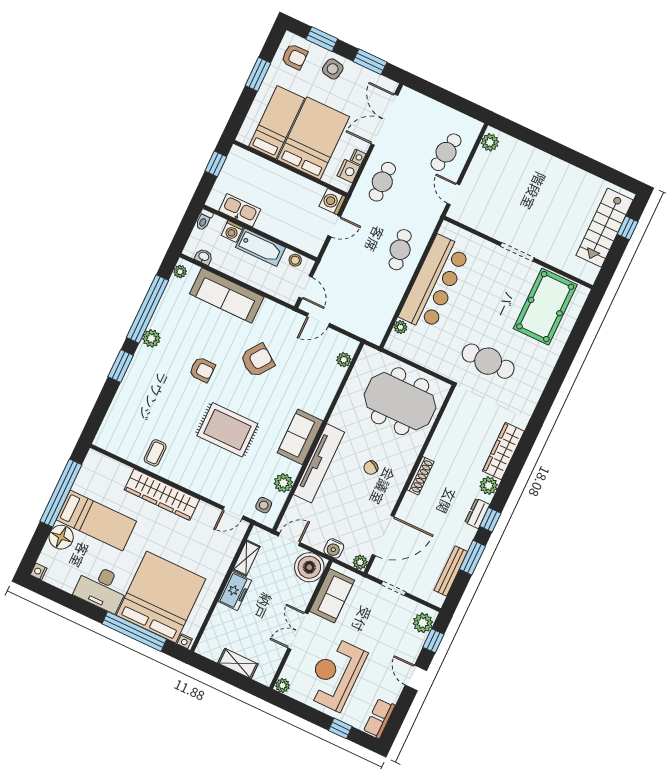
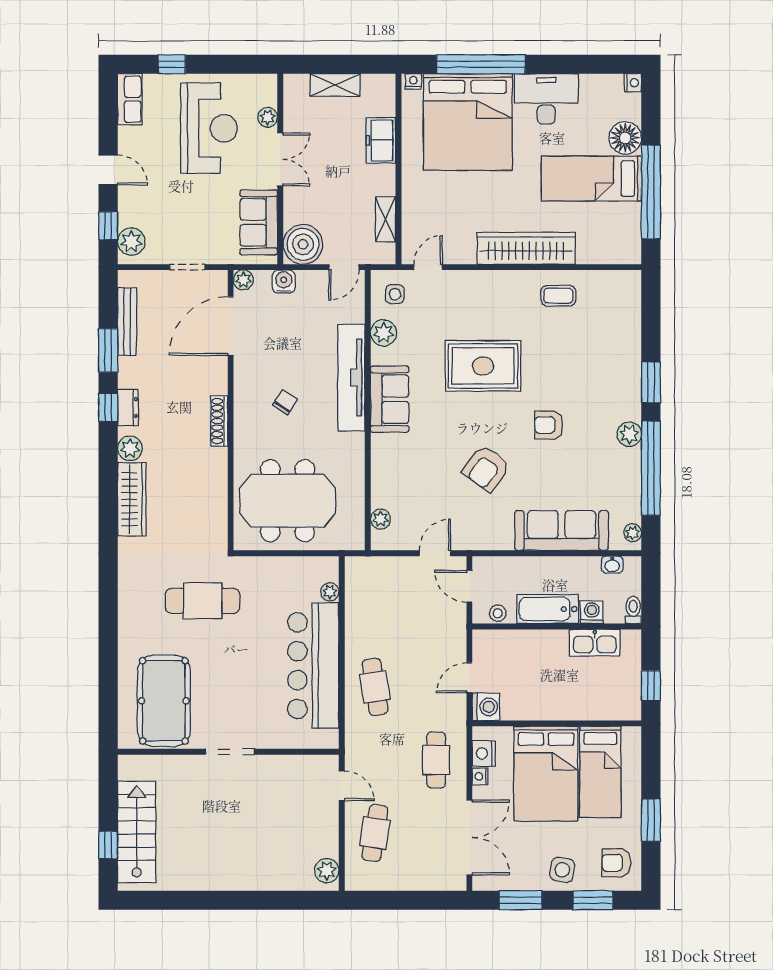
coffee table: (155, 453) -> (558, 296), turned 90
freezer: (235, 591) -> (381, 140), moved
plant: (282, 686) -> (268, 117), moved

